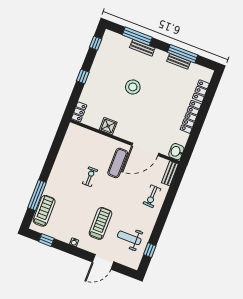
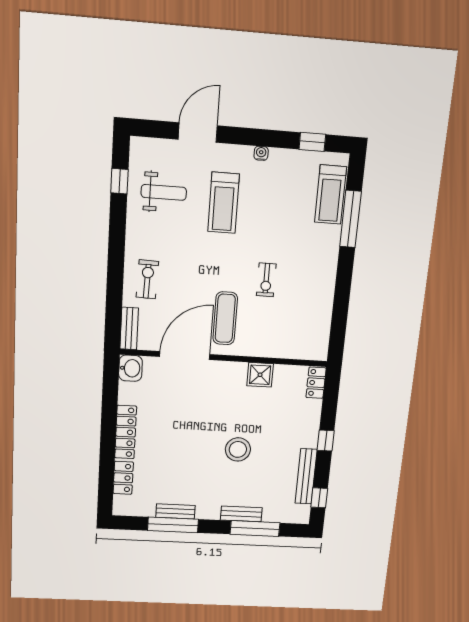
bench: (99, 59) -> (306, 476), added

